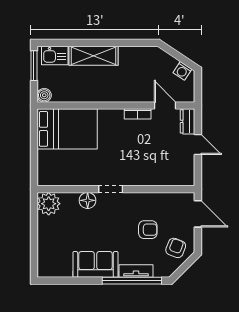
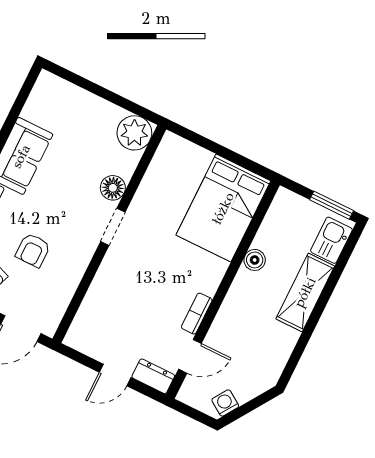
boiler: (44, 95) -> (255, 260), moved

